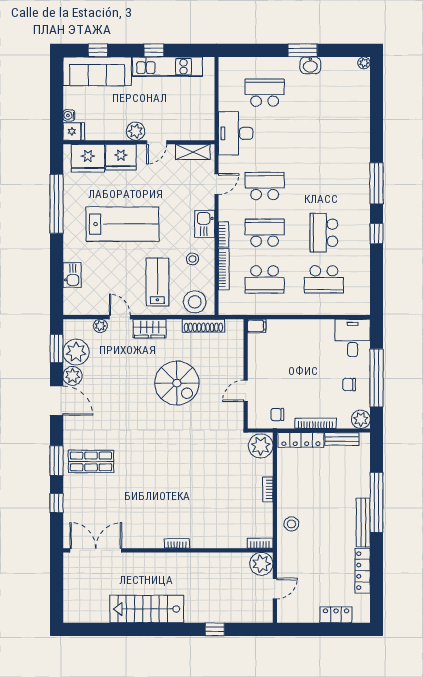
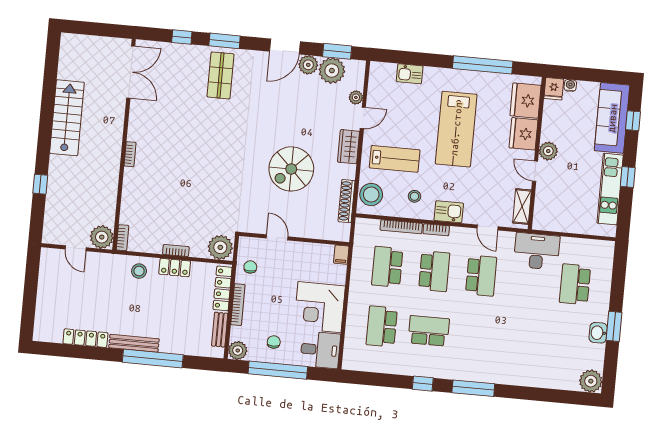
plant: (364, 63) -> (591, 381), width x1.88, depth x1.88
school desk: (265, 93) -> (575, 284), turned 180
corner desk: (311, 342) -> (320, 307), added
locker: (336, 615) -> (175, 268), moved, turned 90

